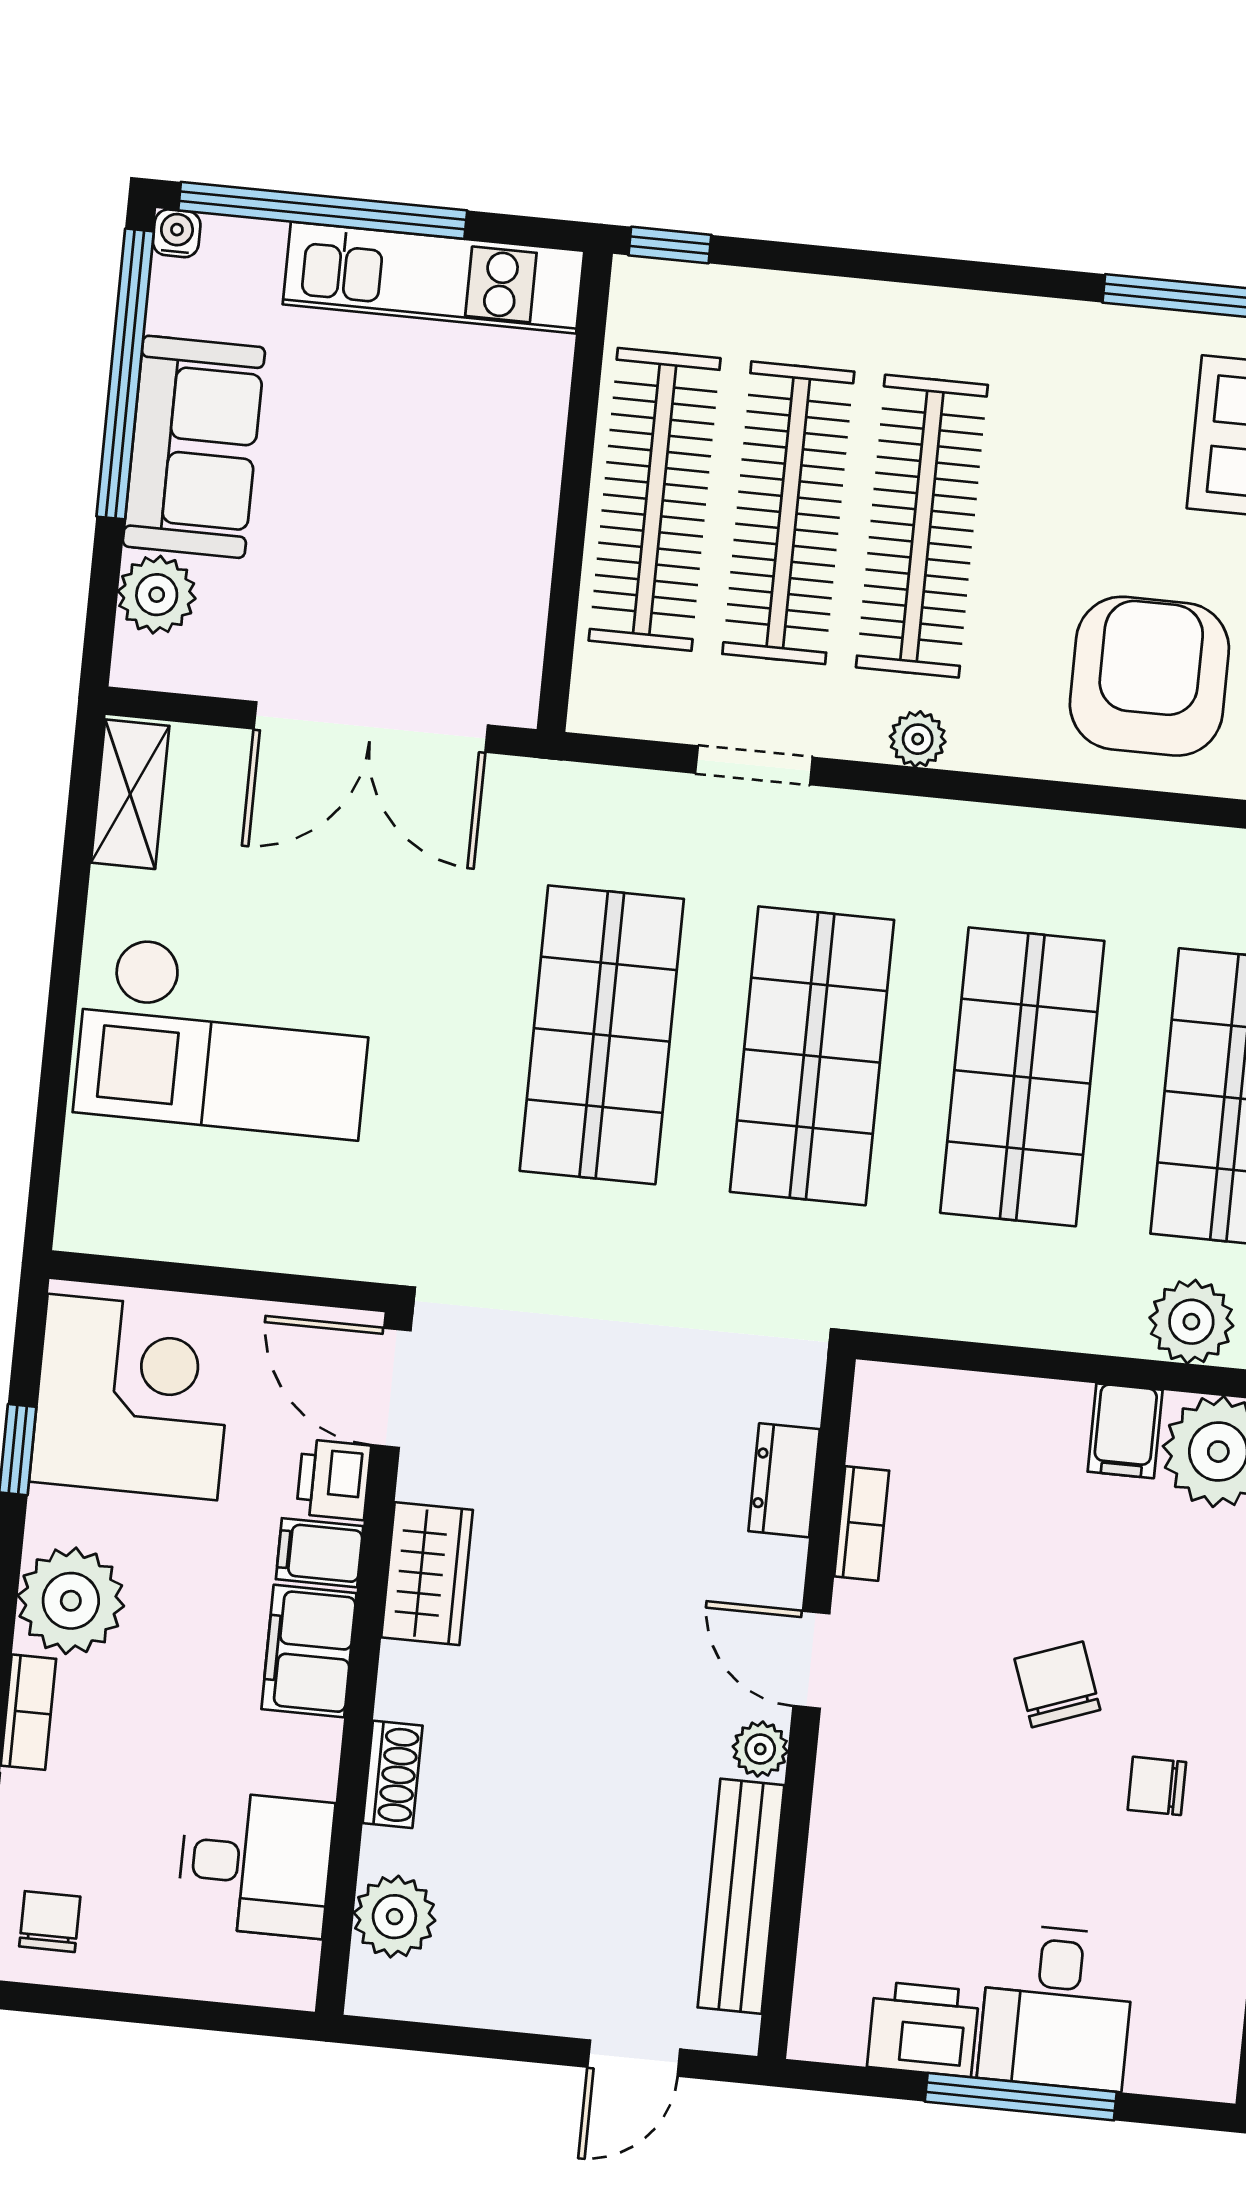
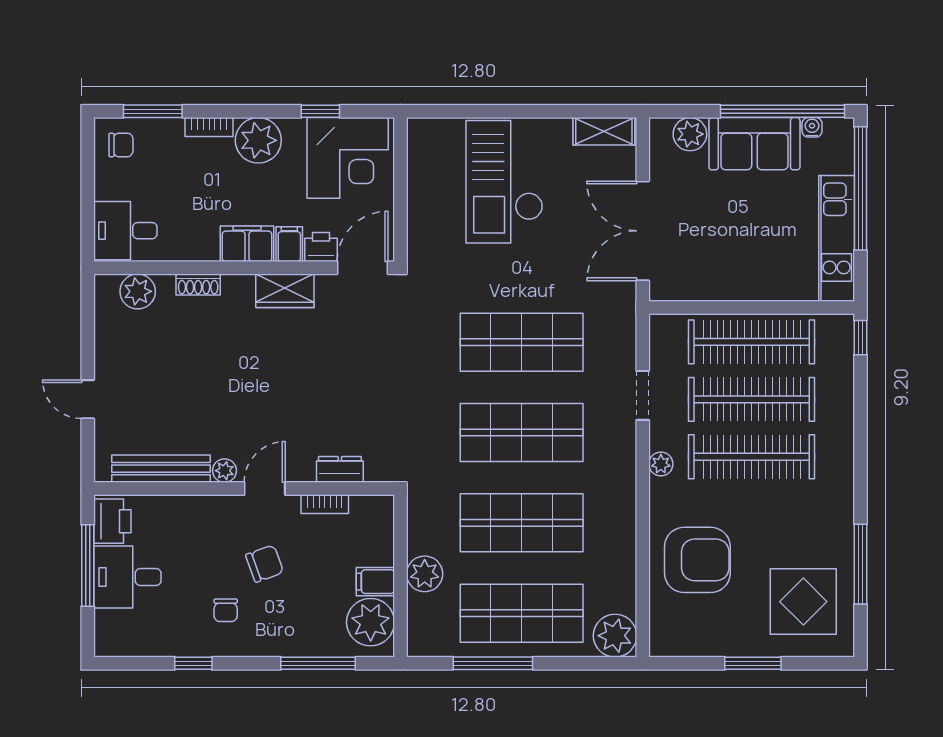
water cooler: (177, 233) -> (812, 127), moved, turned -90
plant: (1191, 1322) -> (425, 574), moved
dresser: (784, 1480) -> (340, 469), moved
bookcase: (862, 1523) -> (325, 504), moved
door: (811, 1660) -> (265, 489), moved
wall: (807, 1708) -> (244, 489), moved
plant: (760, 1749) -> (224, 471), moved
chair: (1157, 1786) -> (226, 610), turned 180
desk: (256, 1864) -> (125, 231), moved, turned 90
bench: (741, 1896) -> (161, 469), moved

